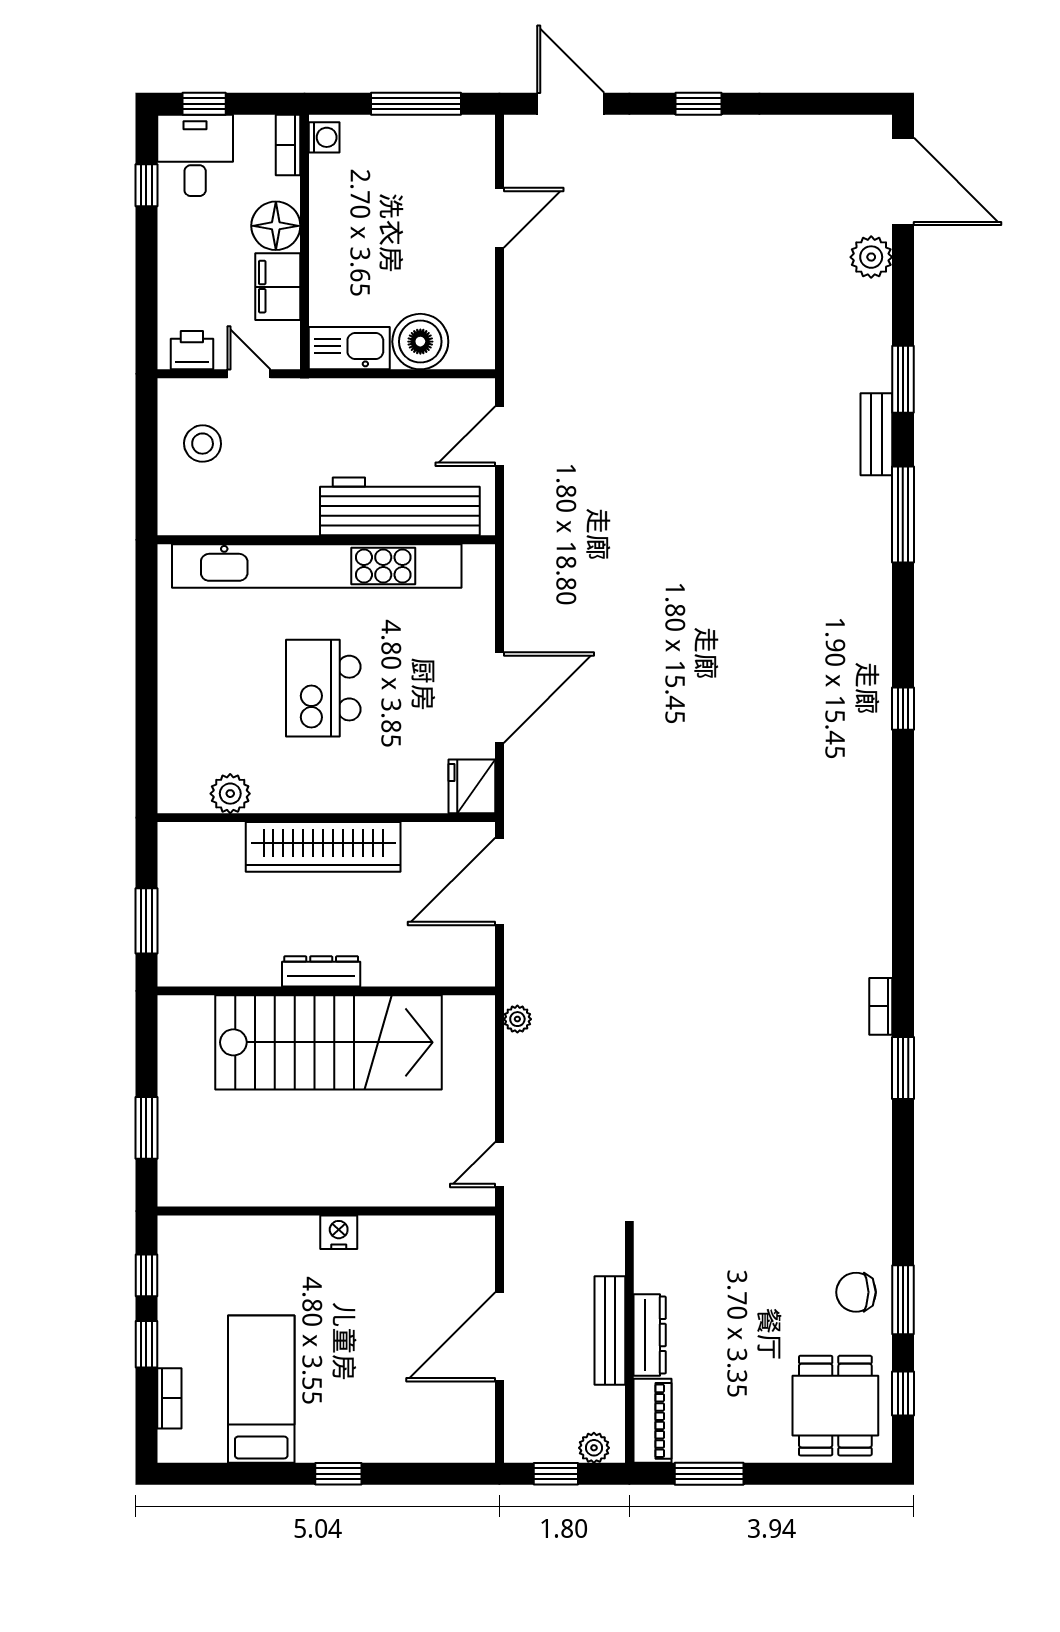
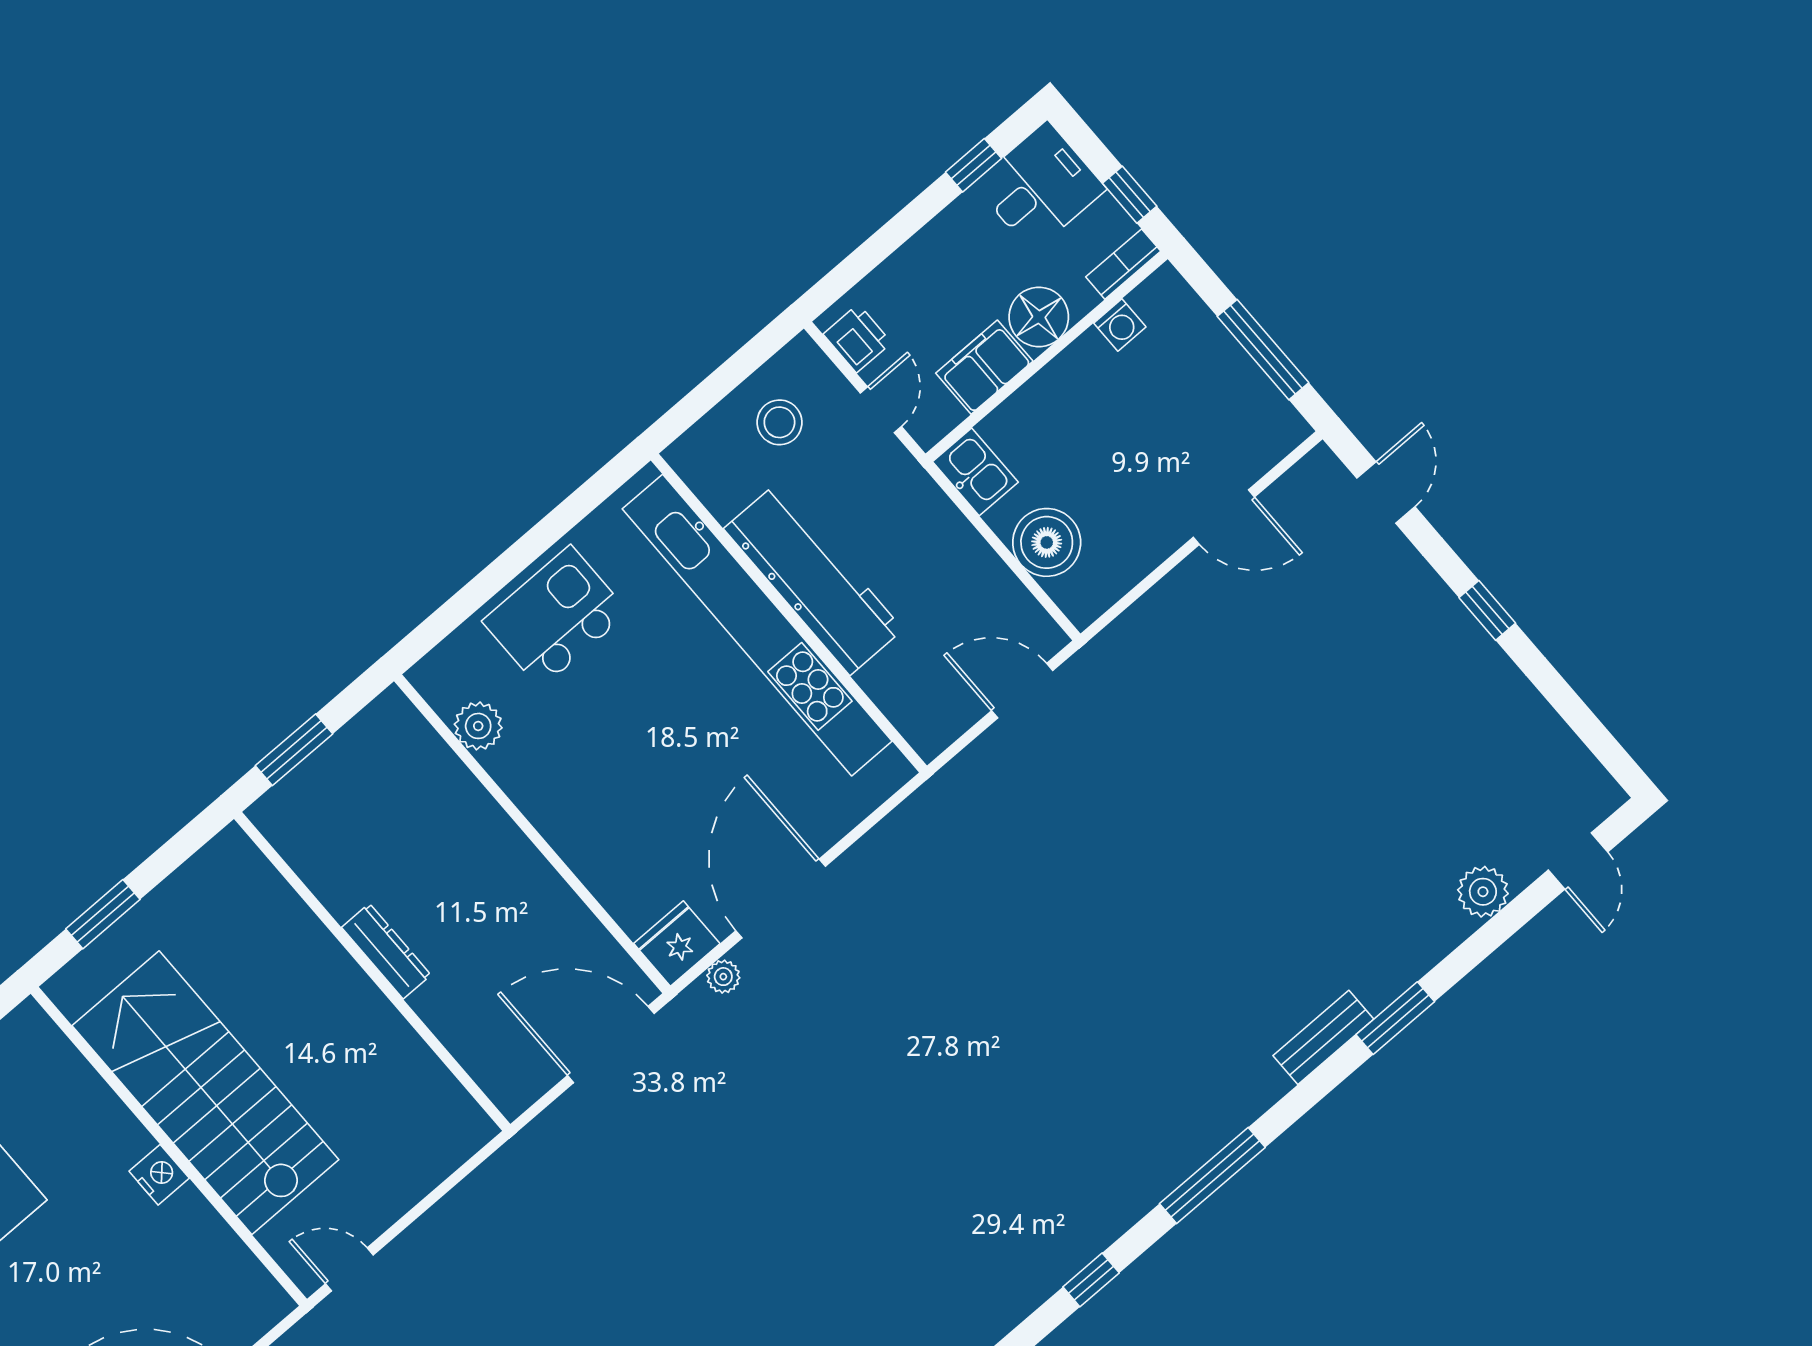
window: (204, 104) -> (1130, 195), moved
door: (571, 104) -> (1386, 492), width x0.73
washing machine: (324, 137) -> (1120, 325), moved
door: (903, 181) -> (1578, 861), width x0.53
kitchen sink: (349, 348) -> (975, 472), width x0.73
workbench: (400, 506) -> (813, 579), moved
window: (903, 514) -> (1212, 1175), moved
kitchen island: (323, 688) -> (555, 617), moved
door: (499, 698) -> (781, 898), swing flipped
wardrobe: (323, 847) -> (503, 854), removed
plant: (517, 1019) -> (723, 977), moved
stairs: (328, 1042) -> (205, 1093), moved, turned 180

